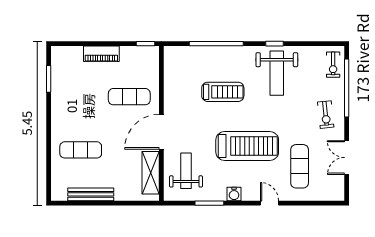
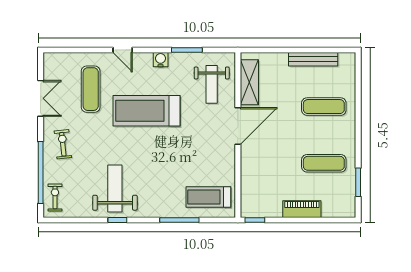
window: (216, 44) -> (179, 220), width x0.68
treadmill: (223, 92) -> (208, 197), moved
exercise mat: (129, 97) -> (324, 163), moved

